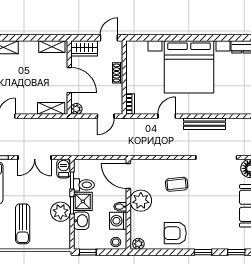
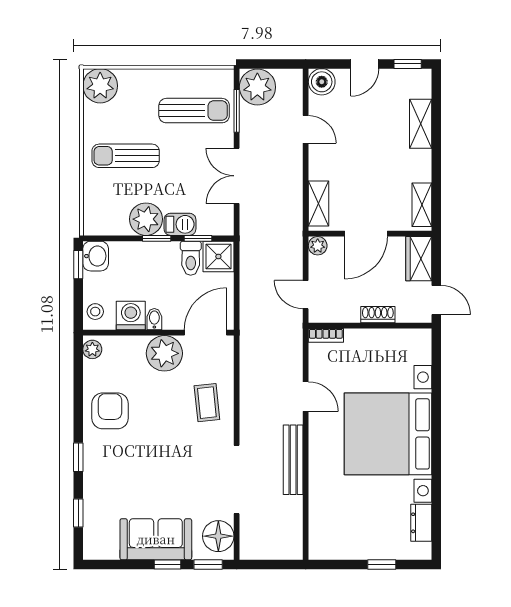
barbecue: (64, 169) -> (180, 224), moved
coffee table: (177, 184) -> (207, 403), moved
shower: (83, 201) -> (218, 256), moved
washbasin: (81, 221) -> (96, 256), moved, turned -90

